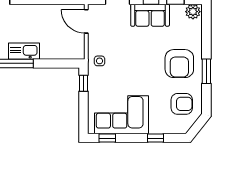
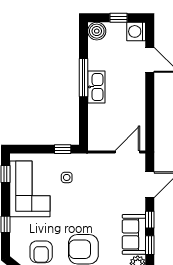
sofa: (150, 15) -> (134, 234), moved
side table: (100, 61) -> (67, 177), moved

